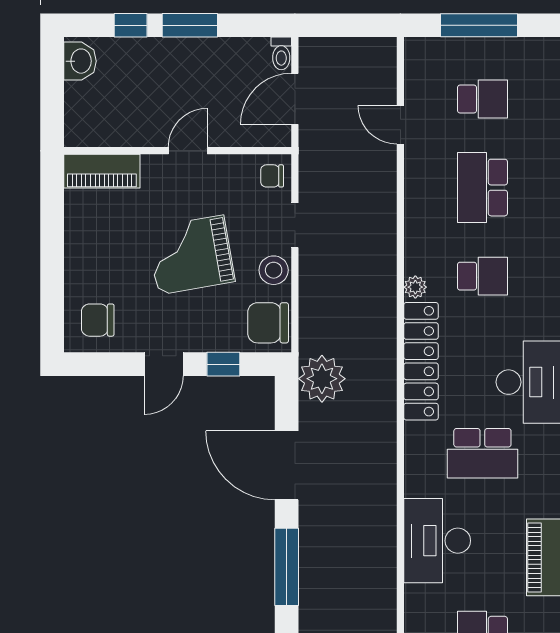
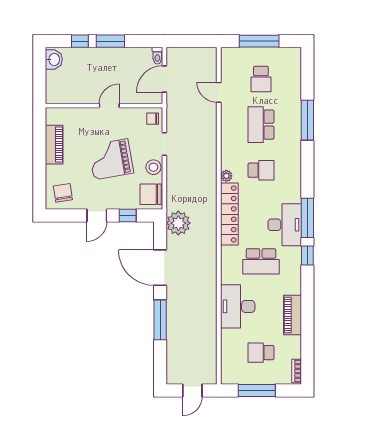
school desk: (482, 99) -> (261, 79), turned 90
piano: (102, 171) -> (54, 145), moved, turned -90
chair: (98, 320) -> (63, 193), turned 81

